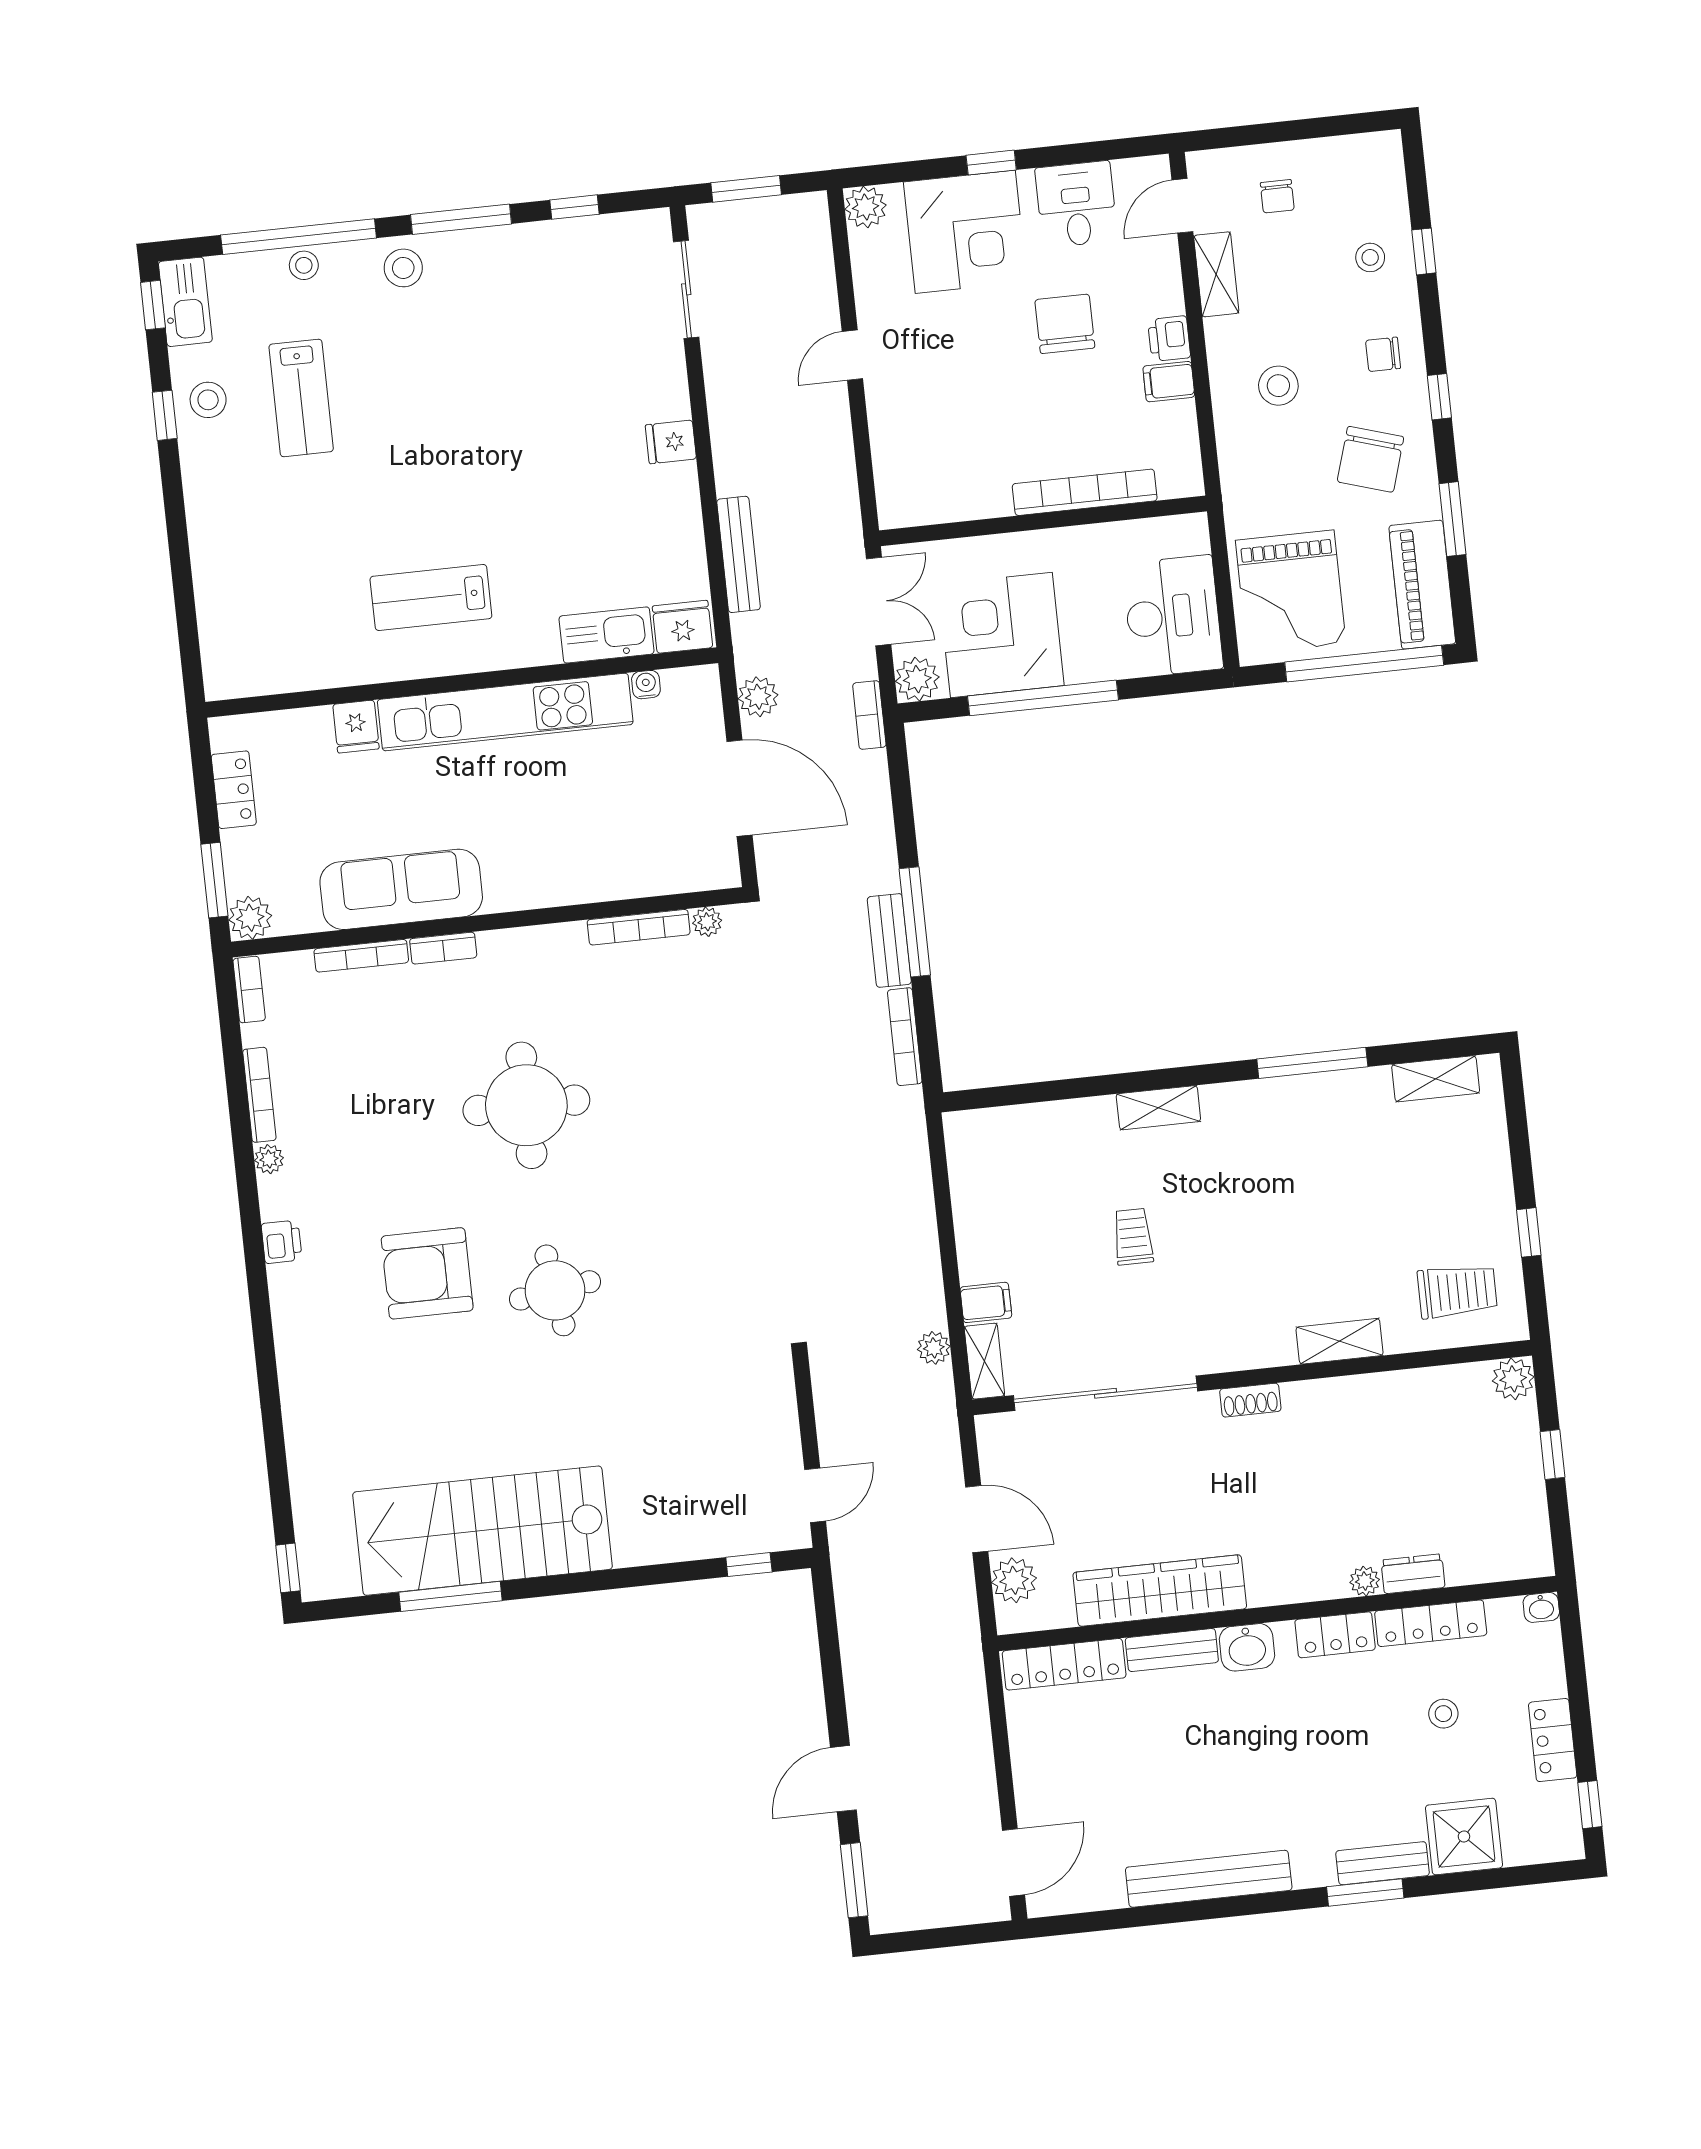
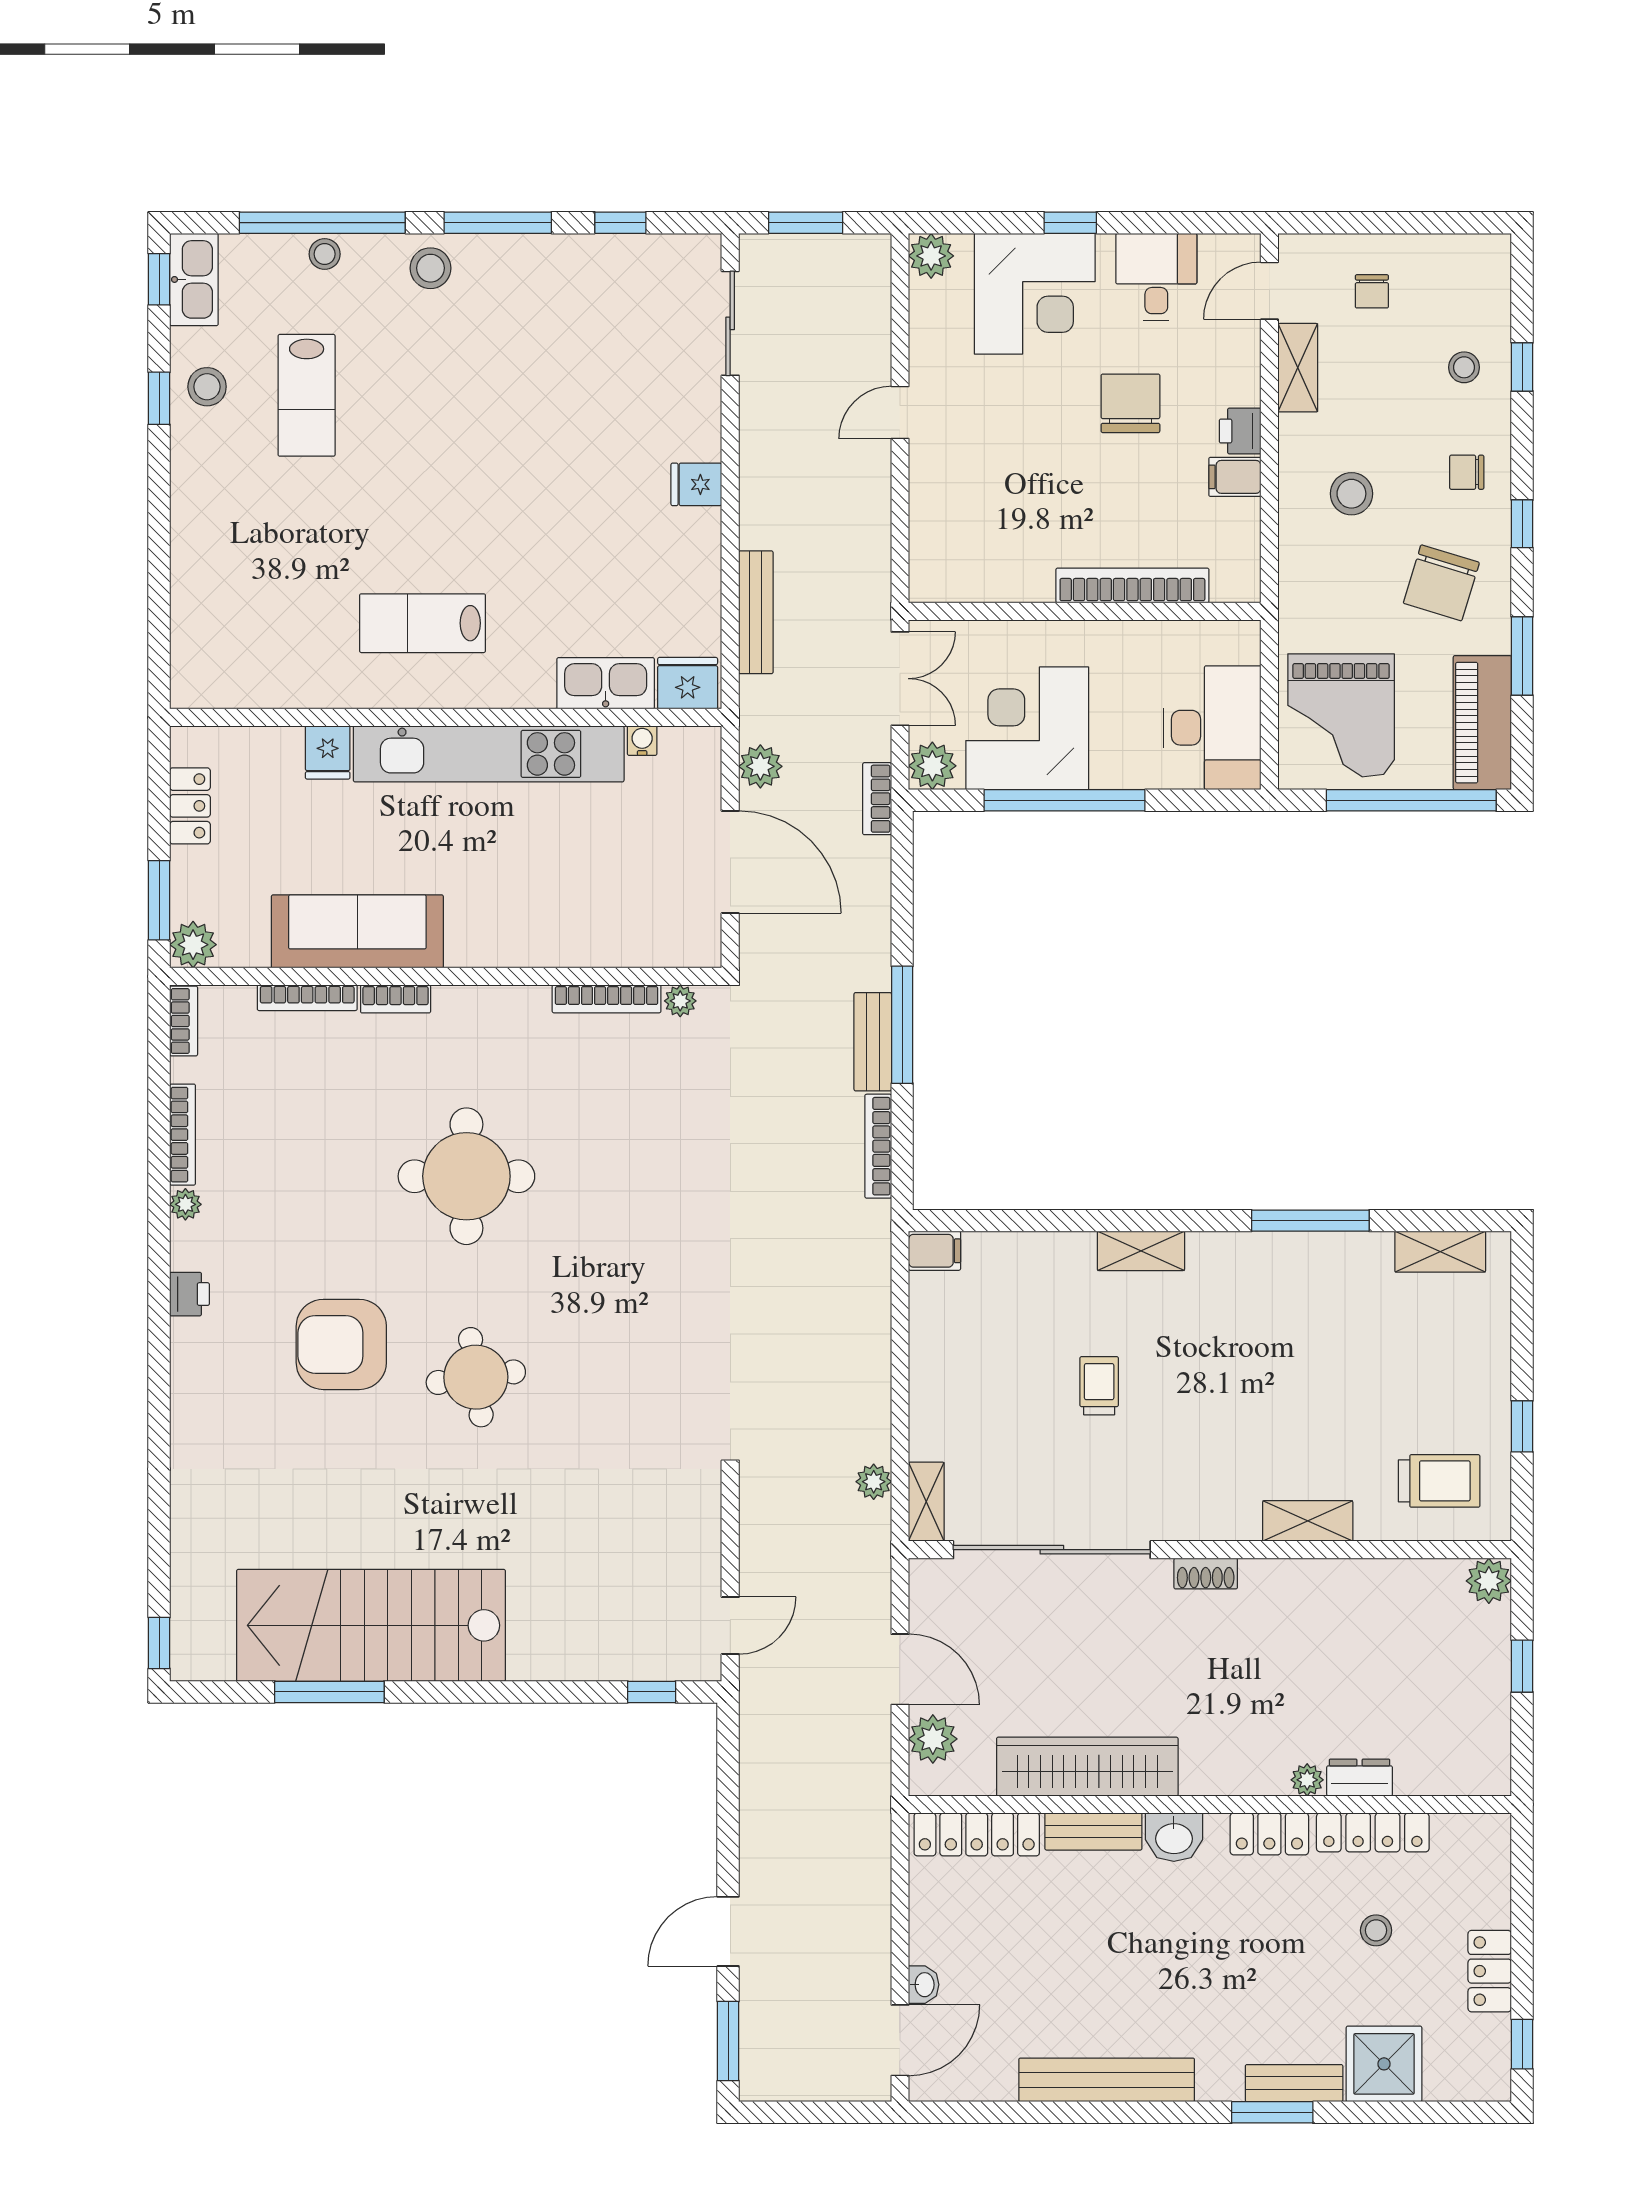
filing cabinet: (986, 1302) -> (935, 1251), moved
washbasin: (1541, 1607) -> (924, 1985), moved, turned -90

